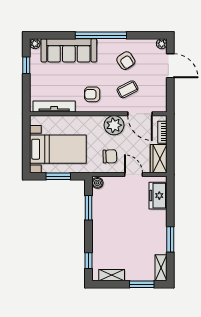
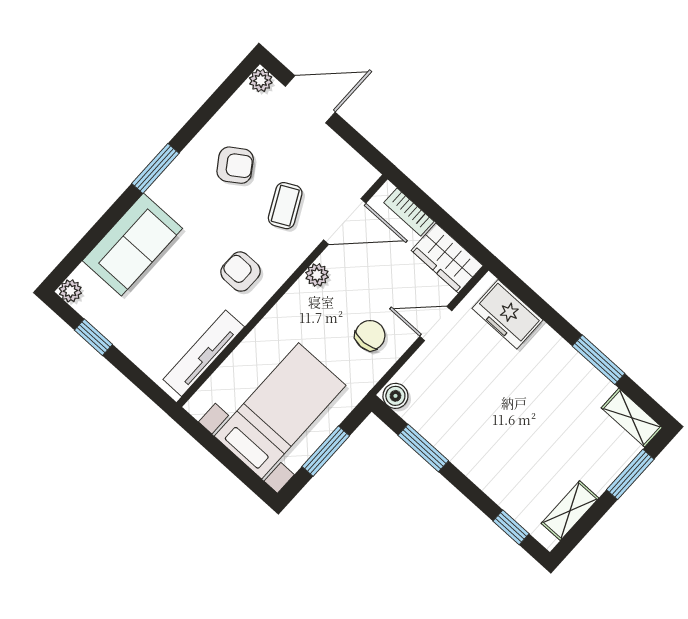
window: (101, 35) -> (155, 168), width x0.47
sofa: (69, 50) -> (132, 244), width x0.73
armchair: (92, 94) -> (241, 272), turned 90
plant: (114, 125) -> (317, 275), width x0.53, depth x0.53

